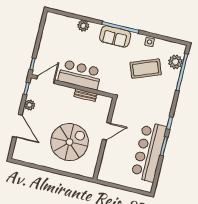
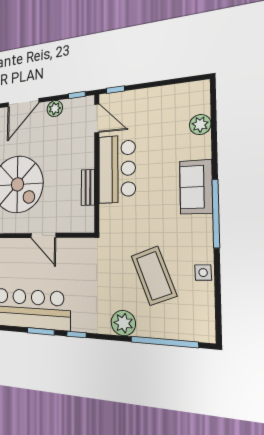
plant: (83, 26) -> (200, 125), moved
sofa: (115, 36) -> (196, 187), moved
plant: (175, 62) -> (123, 323), moved

